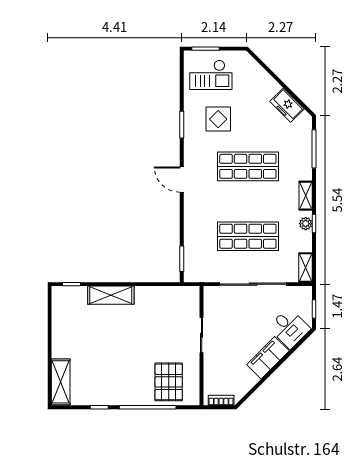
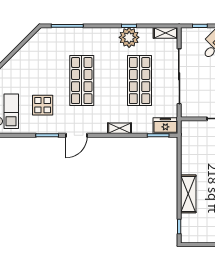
freezer: (287, 105) -> (165, 126), moved, turned -135
door: (182, 180) -> (76, 135), moved
shelving: (306, 196) -> (120, 128), moved
plant: (306, 224) -> (129, 37), width x1.87, depth x1.87

